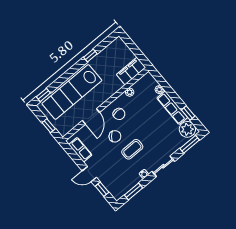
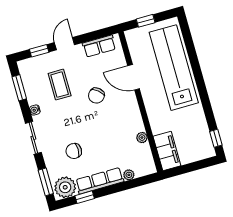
window: (90, 56) -> (216, 138), moved
window: (43, 95) -> (186, 31), removed
chair: (119, 114) -> (74, 151), moved
coffee table: (132, 149) -> (60, 85), moved

